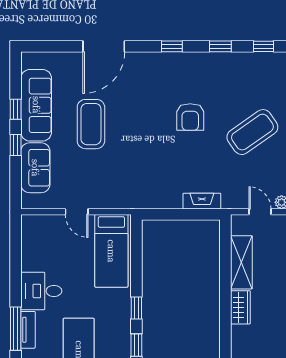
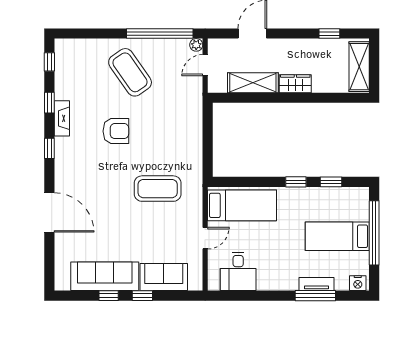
coffee table: (91, 124) -> (158, 189), moved
fireplace: (202, 201) -> (62, 118), moved, turned 180
desk: (41, 291) -> (238, 271), moved

